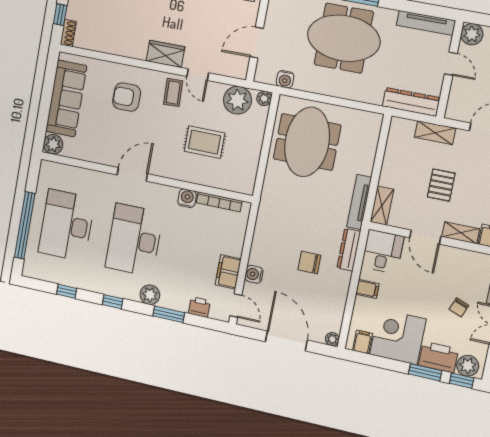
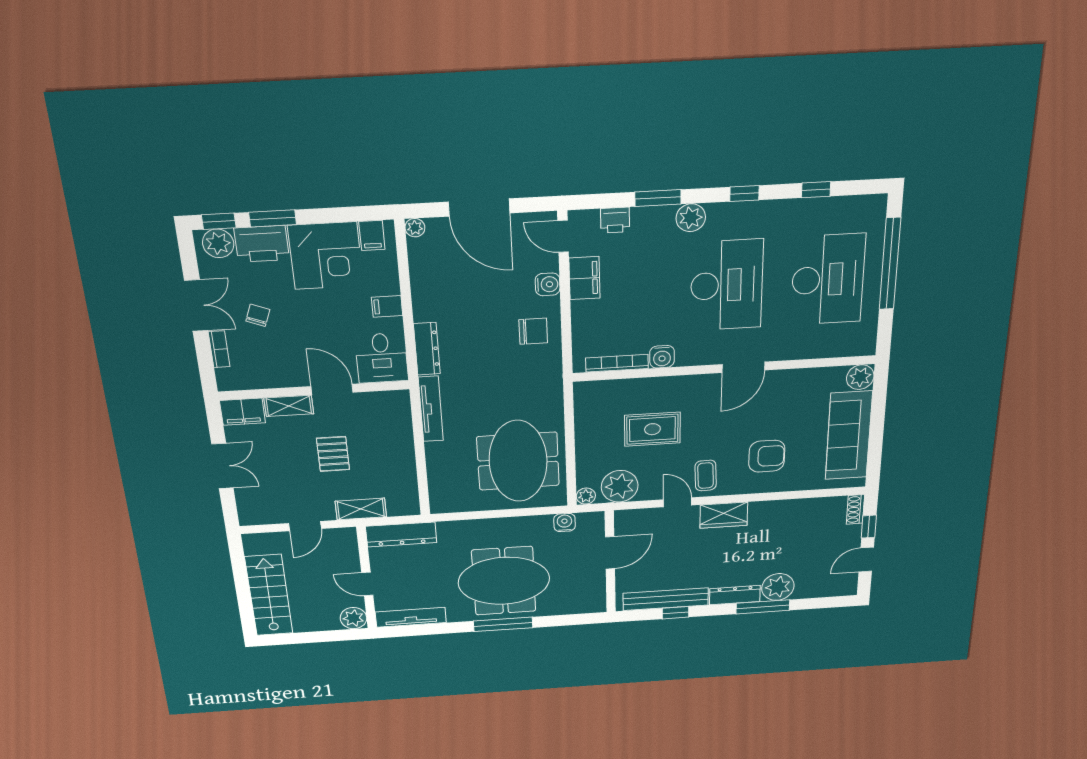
shelving: (382, 206) -> (400, 412), removed
chair: (309, 262) -> (533, 331), moved

